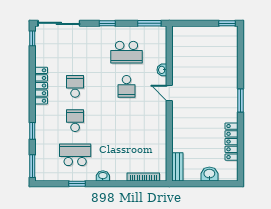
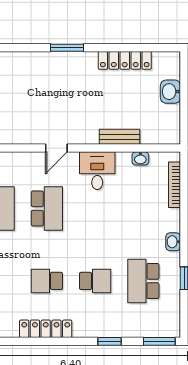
washbasin: (162, 70) -> (140, 158), moved
school desk: (126, 86) -> (47, 208), width x1.85
school desk: (75, 121) -> (95, 281), turned 180
desk: (153, 122) -> (97, 171), added
bench: (177, 167) -> (120, 137), moved

